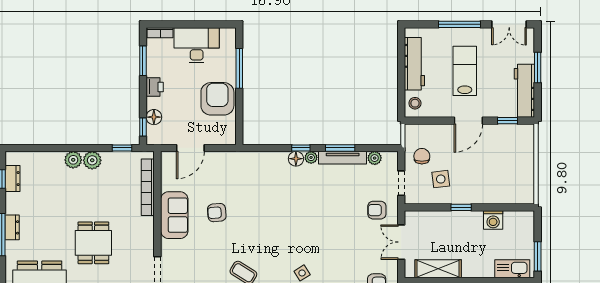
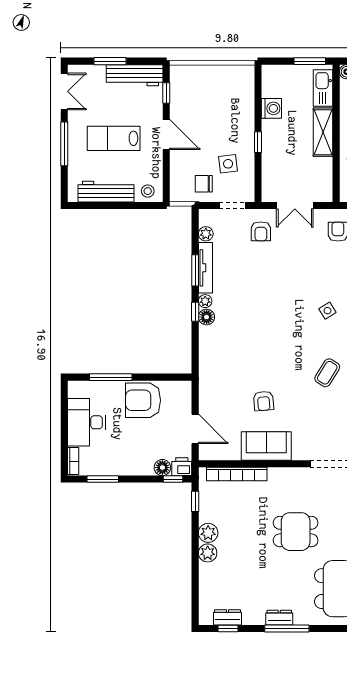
printer: (155, 87) -> (182, 467), moved
shelving: (438, 269) -> (323, 132), moved

